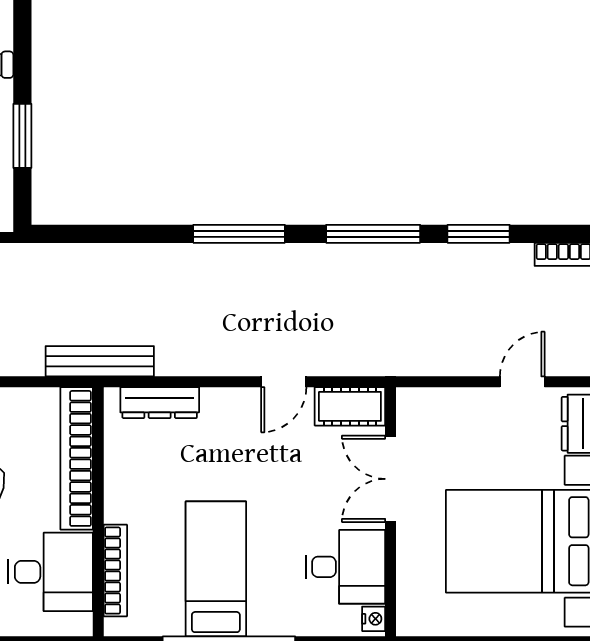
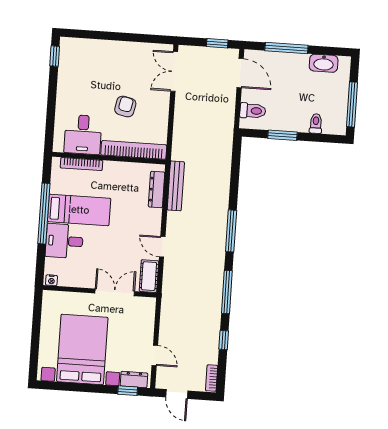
window: (479, 234) -> (224, 340), width x0.67
bench: (100, 361) -> (176, 186), moved
desk: (345, 567) -> (64, 241), moved, turned 90

